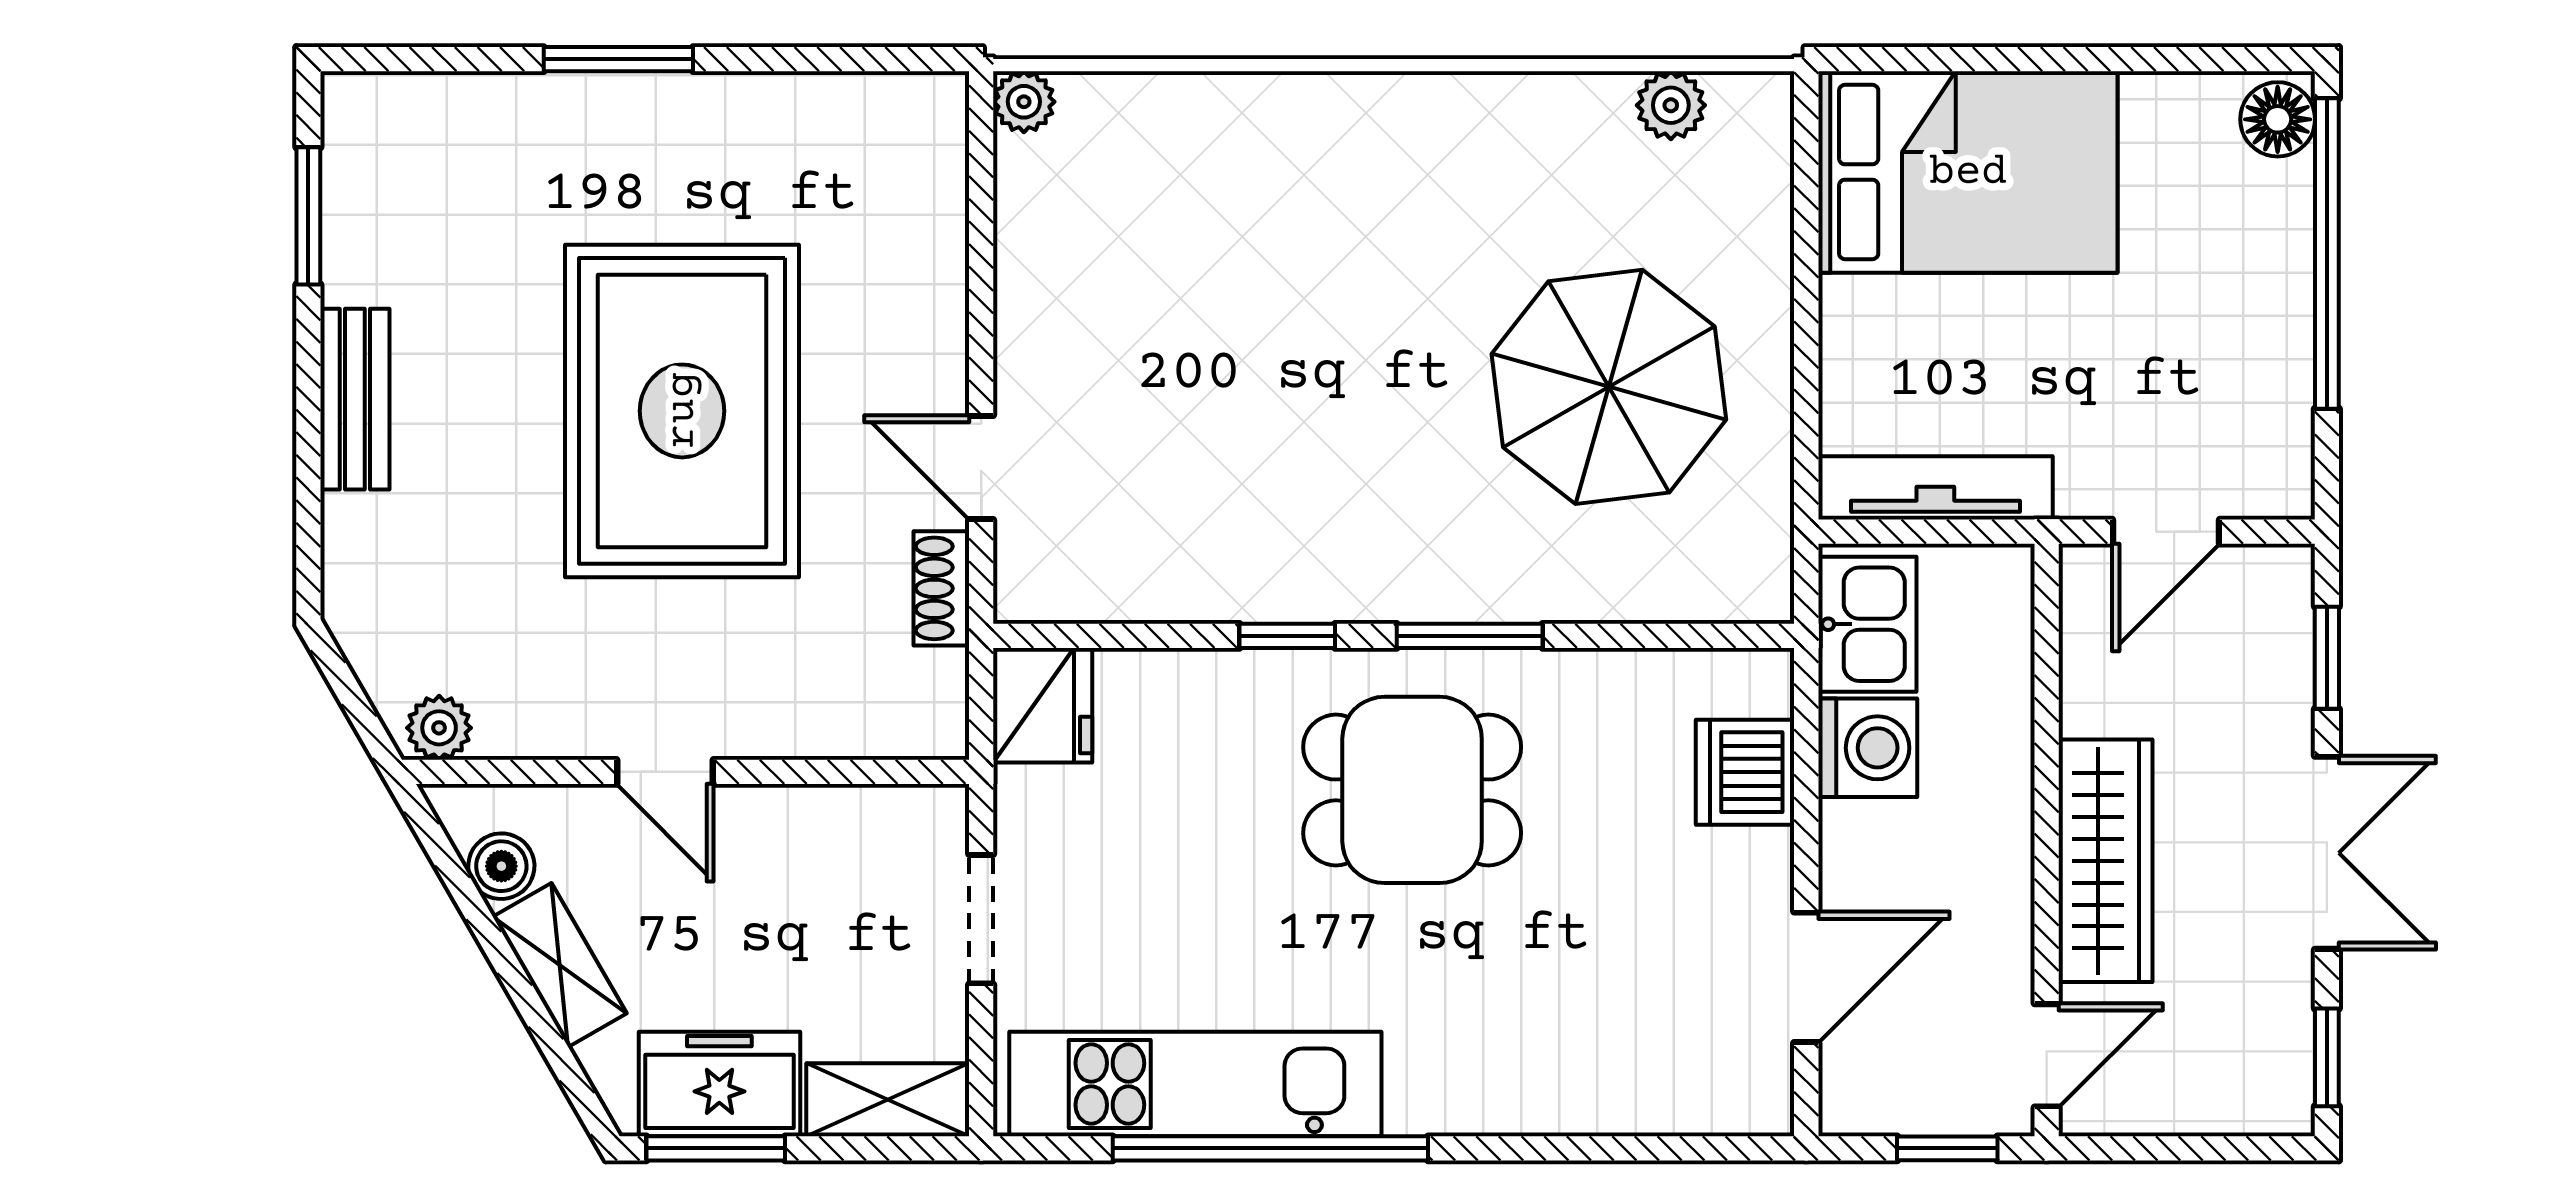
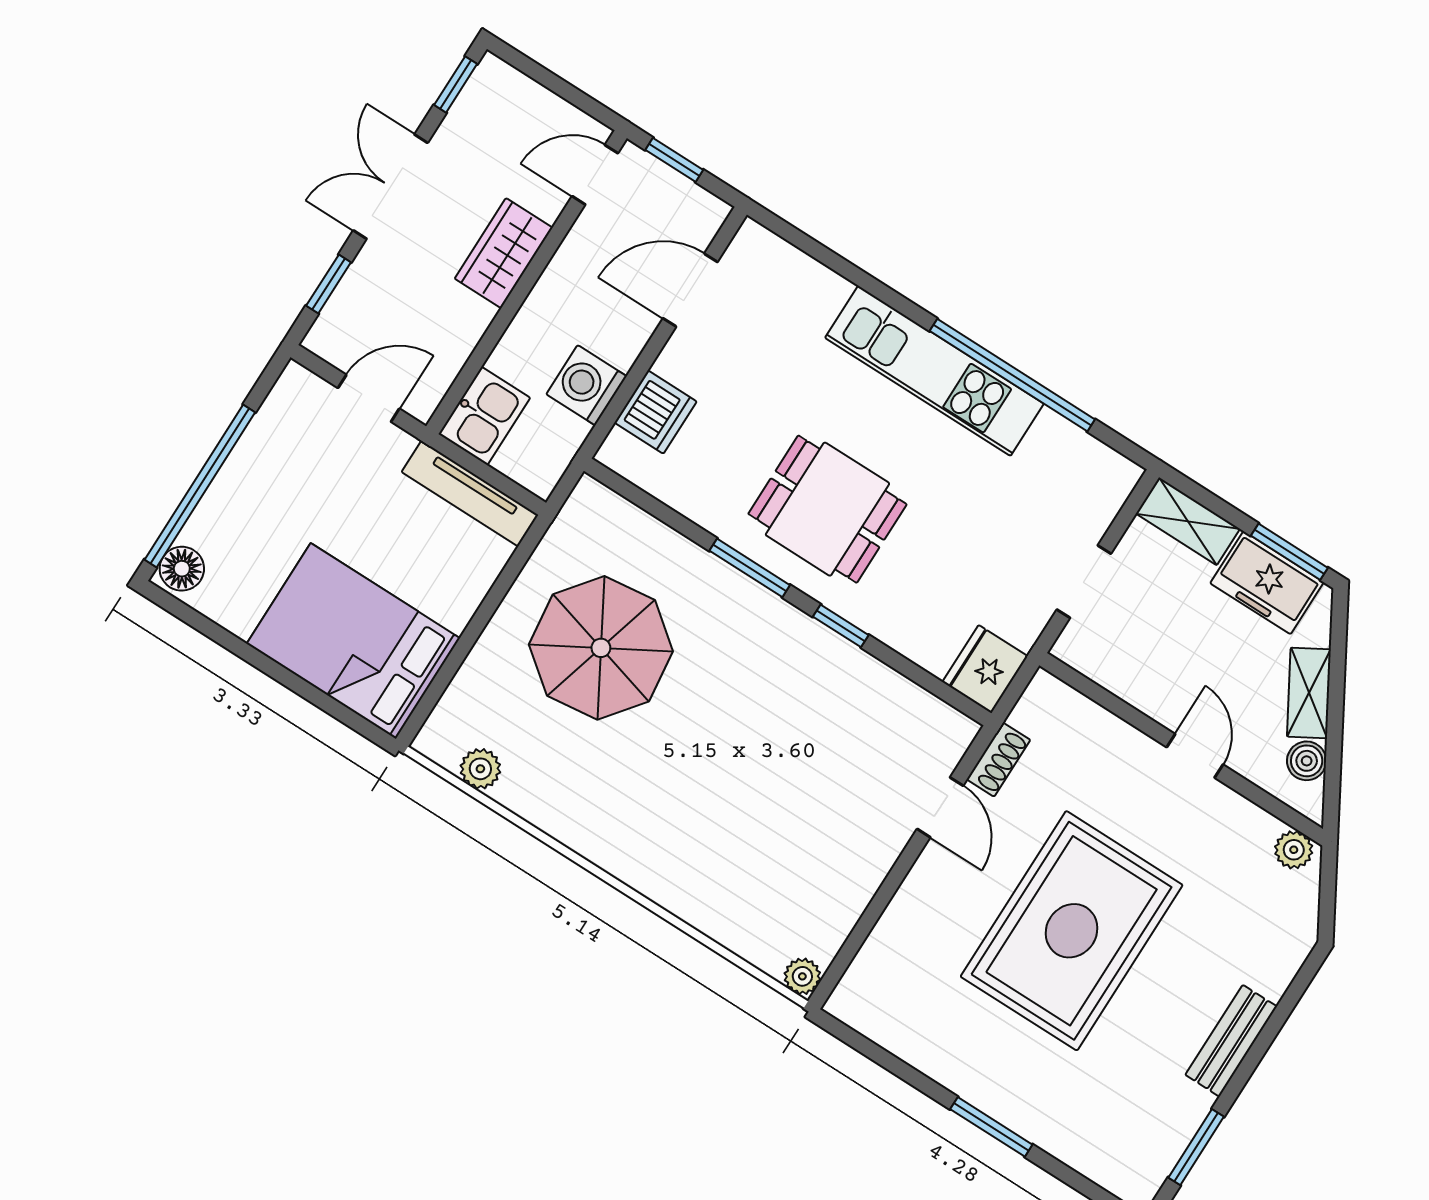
kitchen sink: (1867, 624) -> (484, 416), moved, turned 180
wardrobe: (2106, 861) -> (504, 253), width x0.67
kitchen unit: (1195, 1084) -> (934, 371), moved

